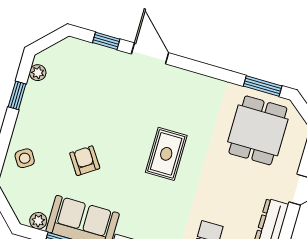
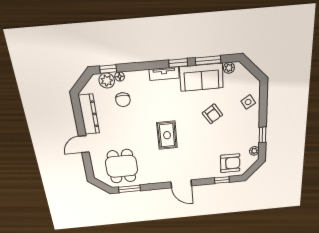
door: (150, 53) -> (181, 184), moved
armchair: (83, 66) -> (230, 163), added

